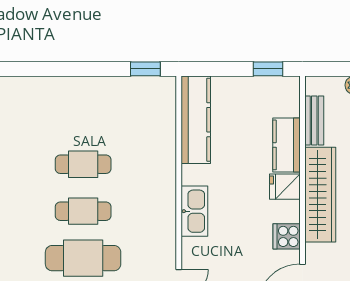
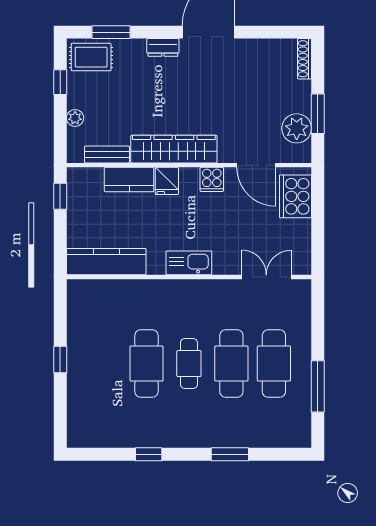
window: (145, 69) -> (60, 360), moved
cafe table: (83, 164) -> (146, 364), width x1.37, depth x1.35

